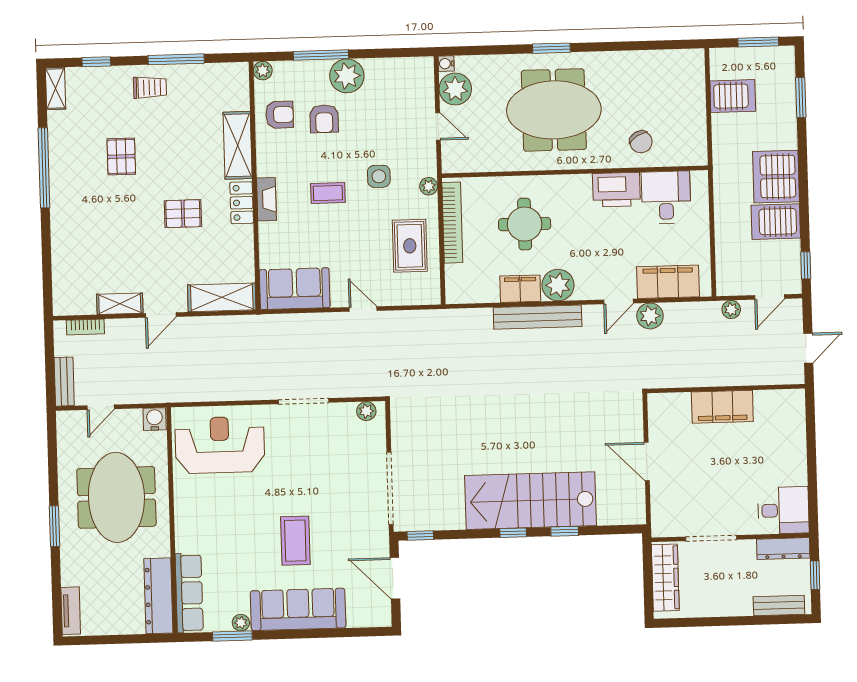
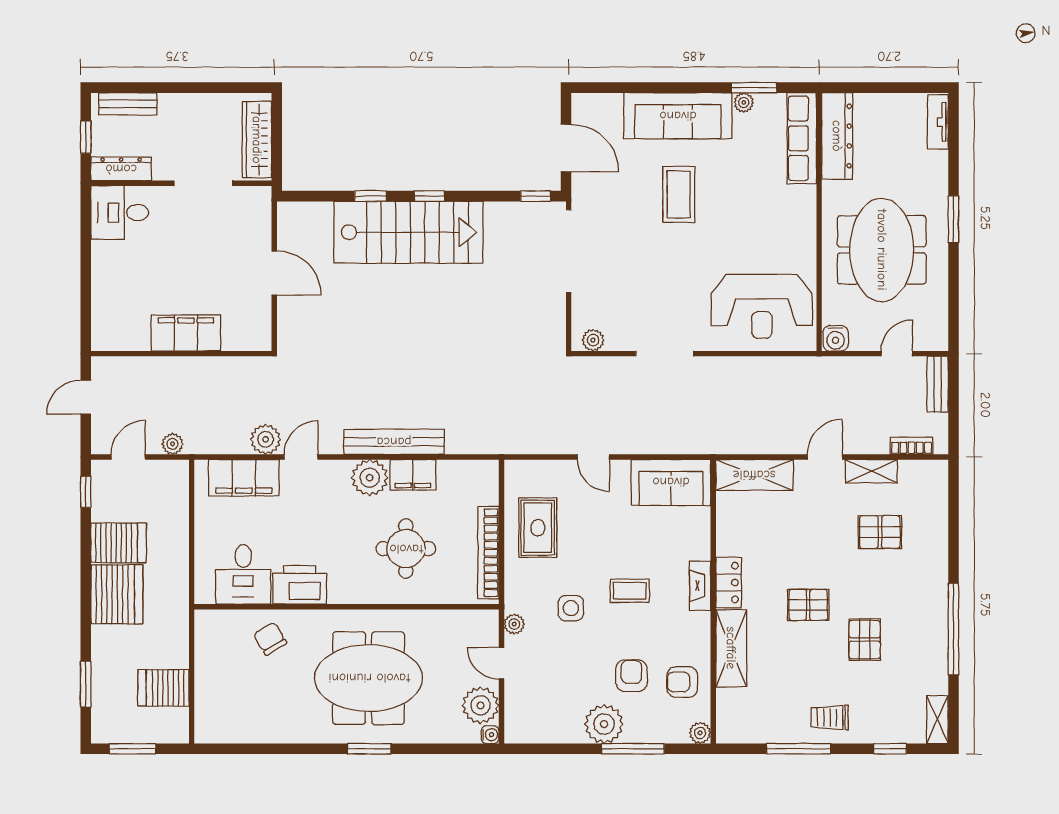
plant: (429, 186) -> (514, 624), moved
pallet: (183, 214) -> (808, 605), moved
pallet: (111, 251) -> (880, 532), added

